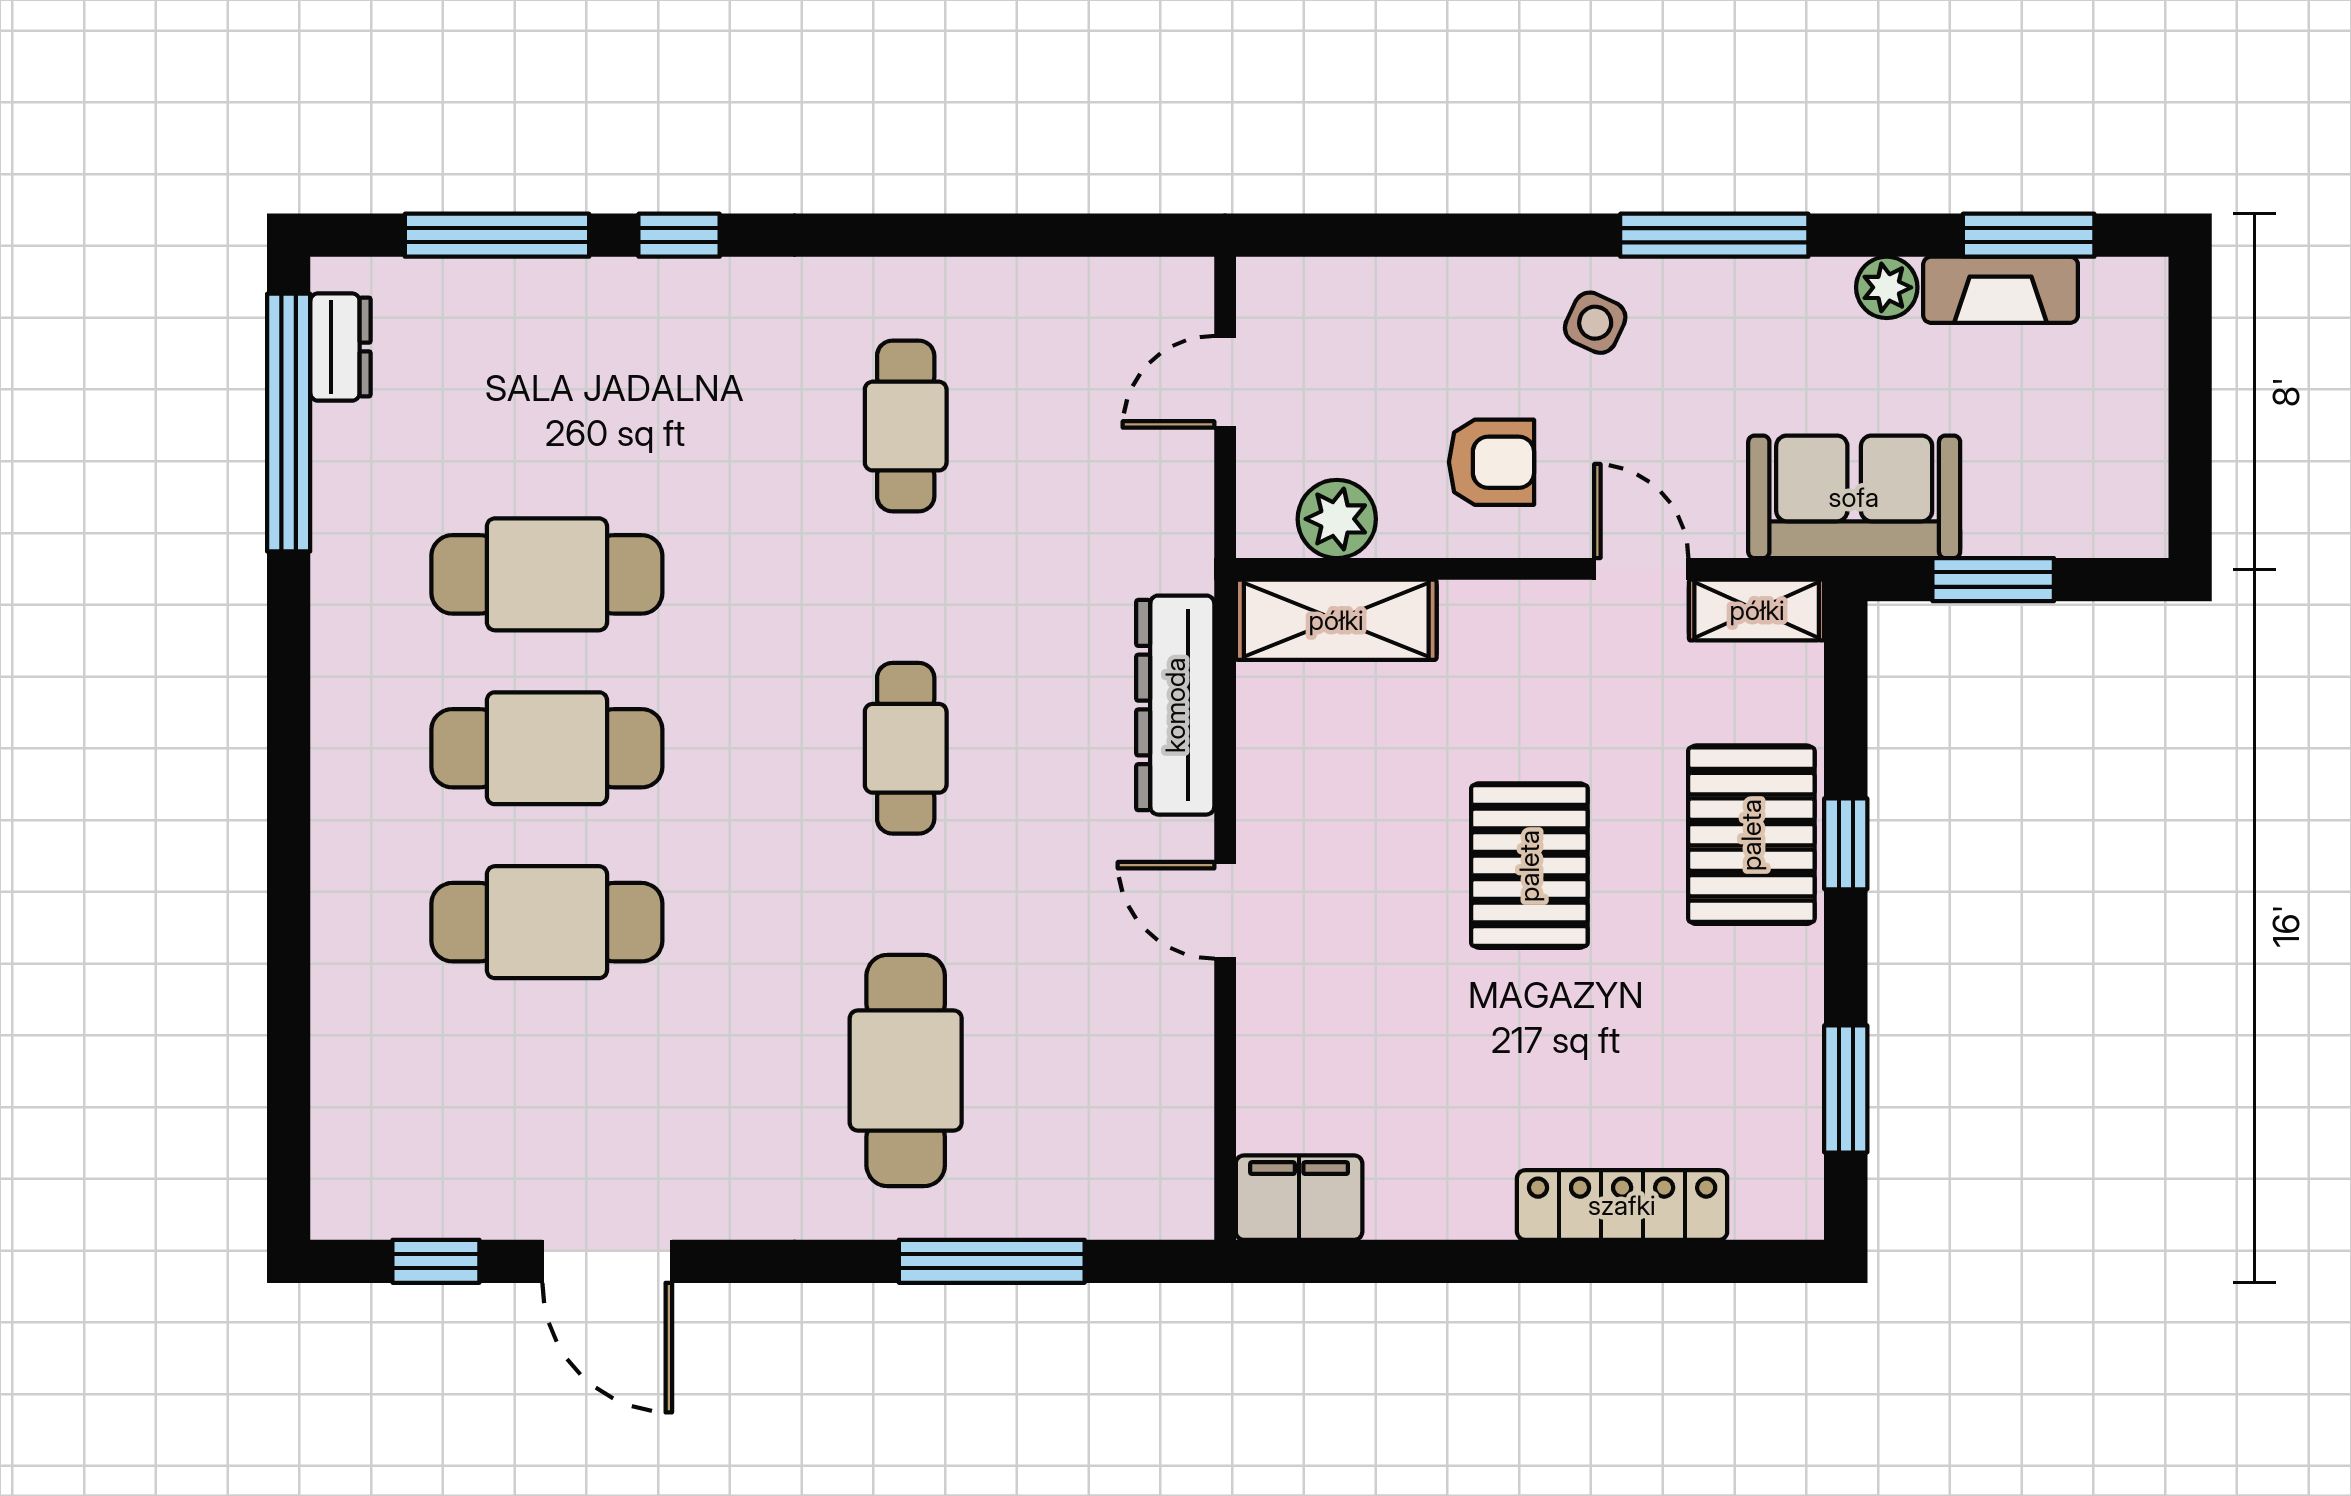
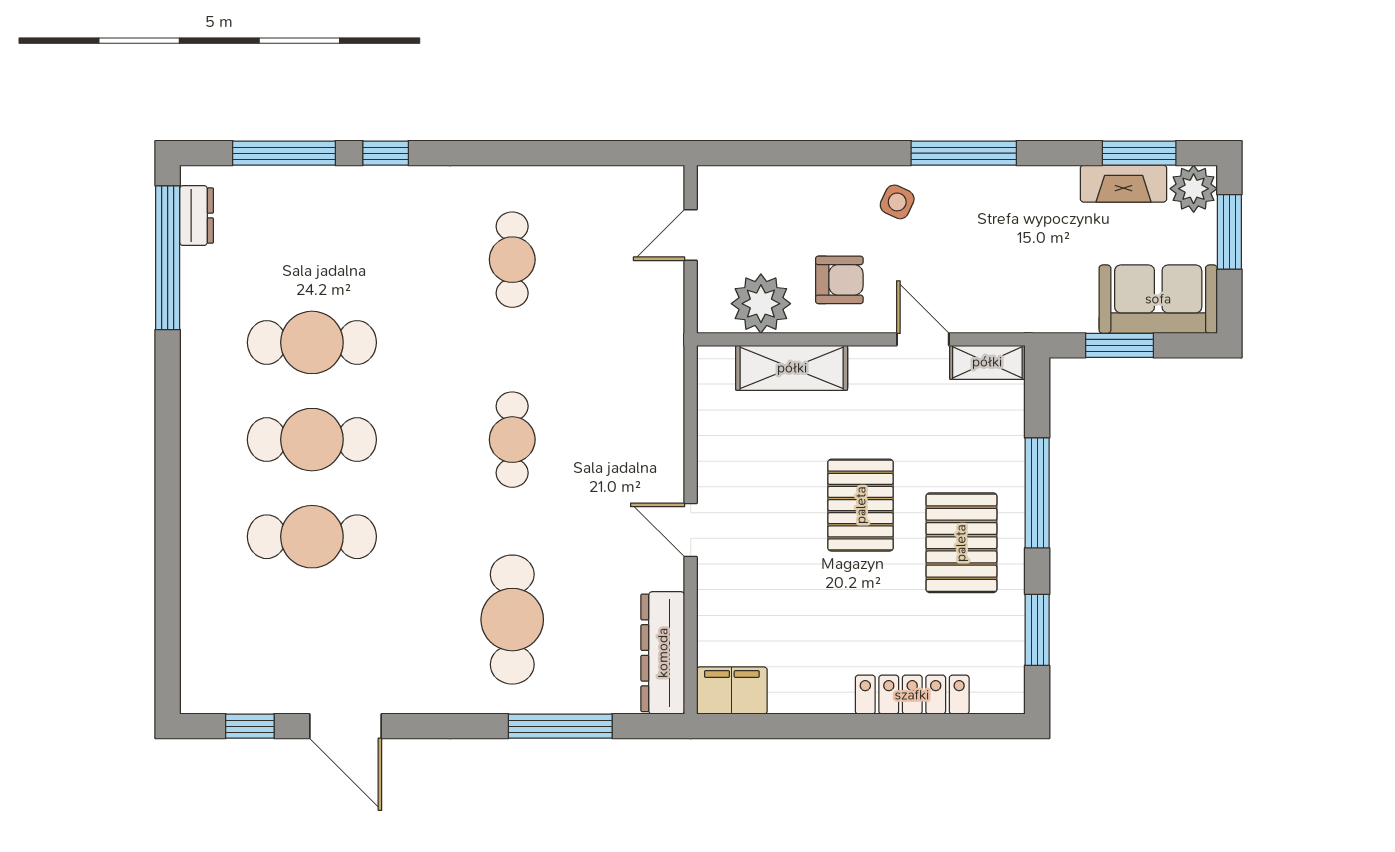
plant: (1887, 287) -> (1194, 189), moved, width x1.38, depth x1.38
window: (2190, 376) -> (1229, 232), added
sofa: (1854, 497) -> (1158, 299), moved
plant: (1337, 519) -> (761, 304), width x1.36, depth x1.36
shelving: (1336, 620) -> (792, 368), moved
dresser: (1175, 705) -> (663, 653), moved
pallet: (1751, 835) -> (961, 543), moved
window: (1846, 844) -> (1037, 493), width x2.17

